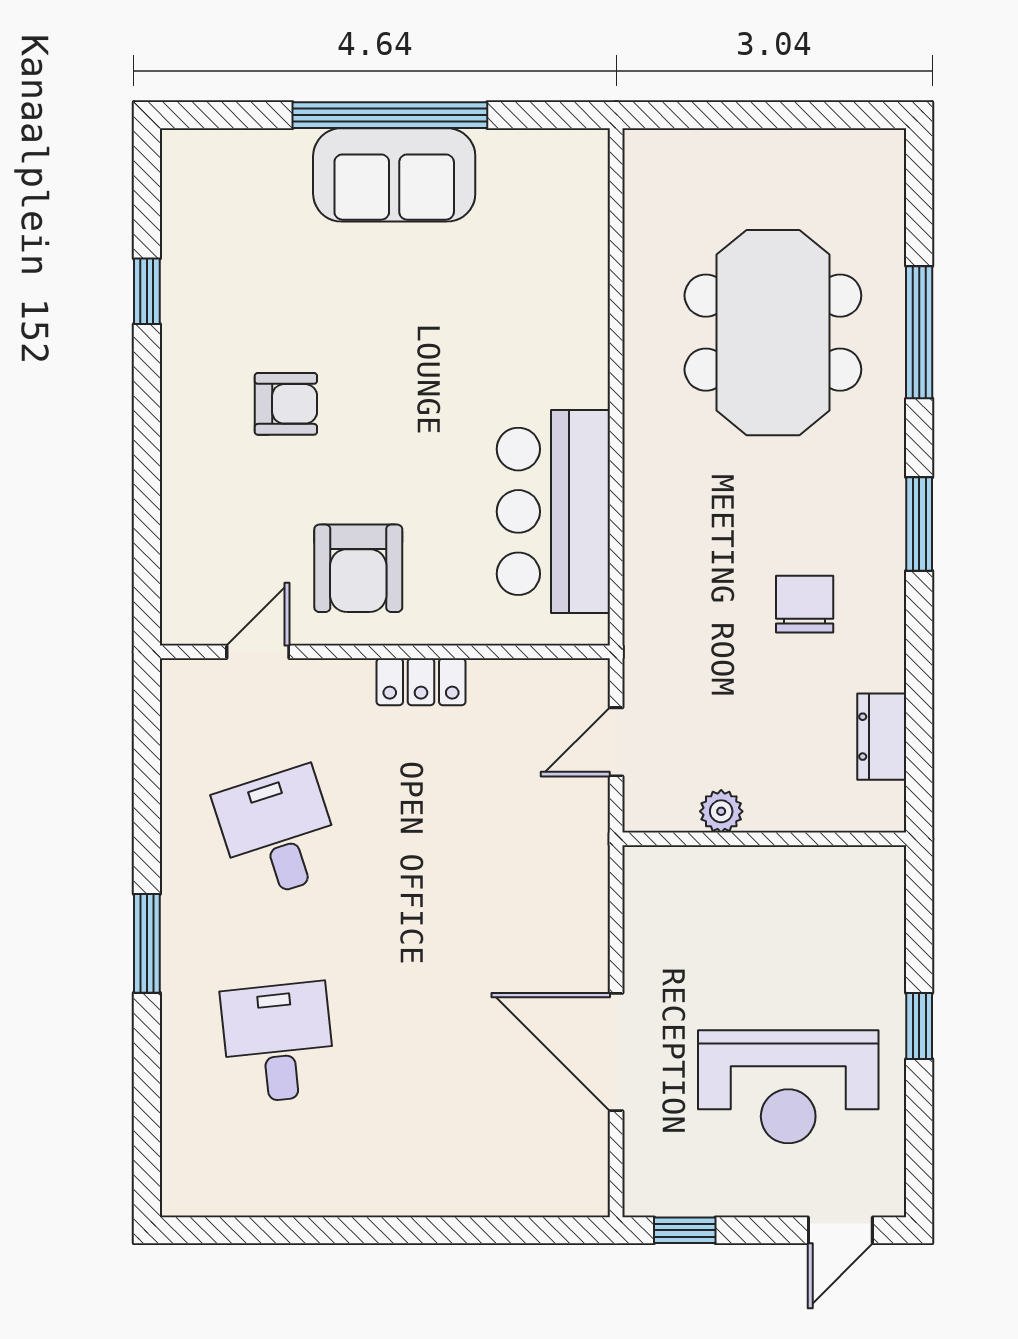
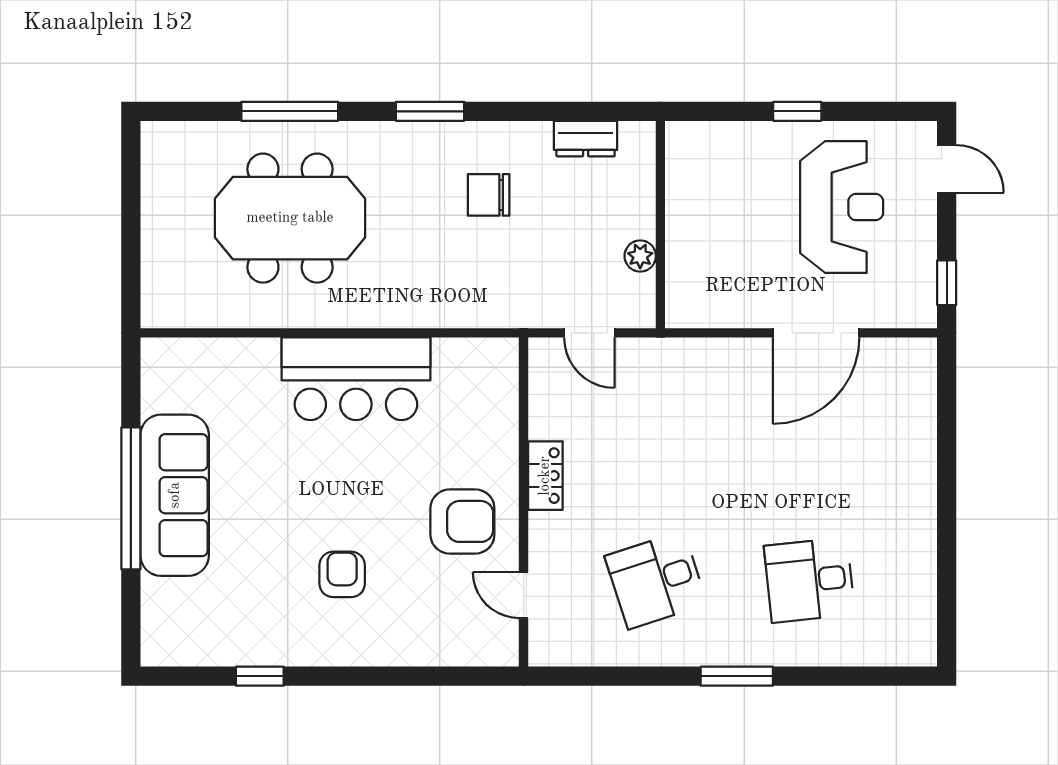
sofa: (394, 175) -> (175, 495), width x1.36
bar counter: (553, 511) -> (356, 379), moved

